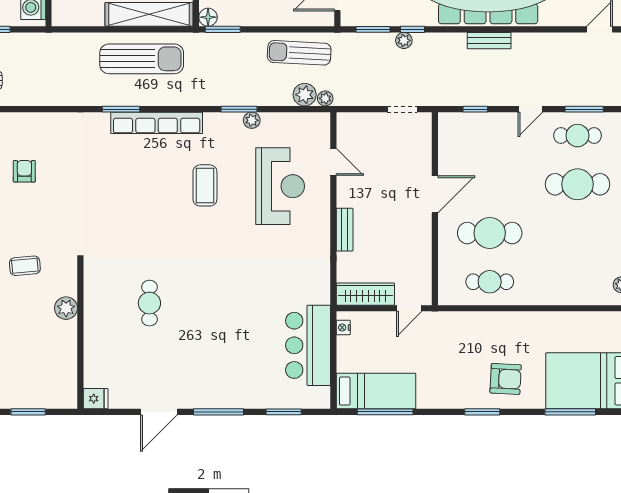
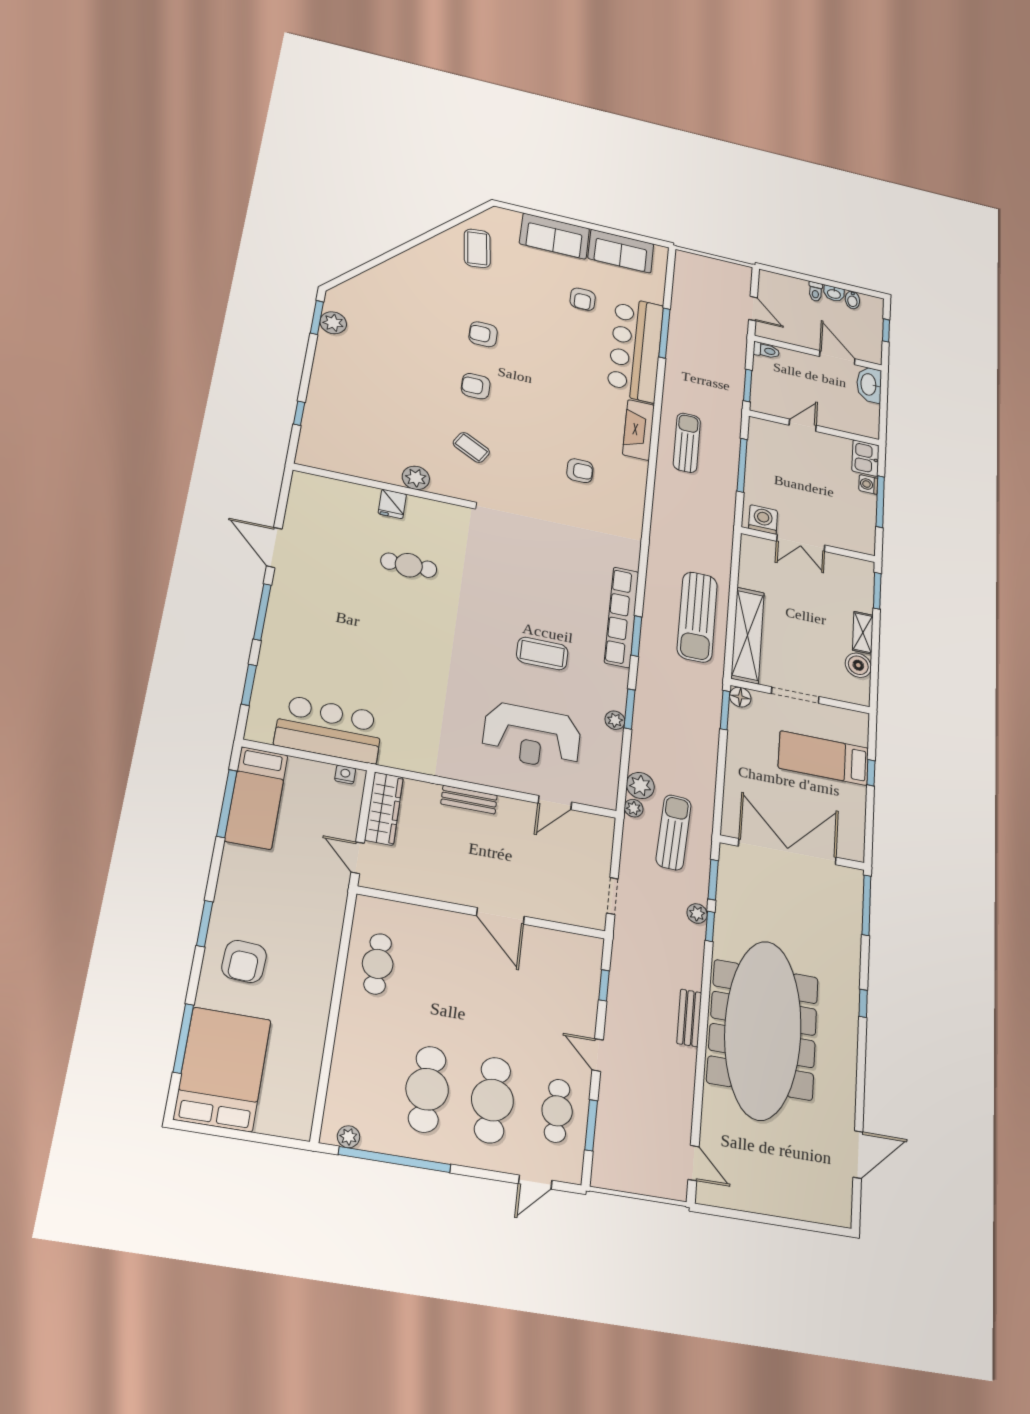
sun lounger: (299, 53) -> (674, 832), moved
window: (121, 109) -> (636, 636), moved
cafe table: (490, 233) -> (427, 1089), moved
coffee table: (25, 266) -> (471, 447), turned -56
fridge: (96, 399) -> (392, 504), moved
window: (28, 412) -> (299, 413), width x0.67

